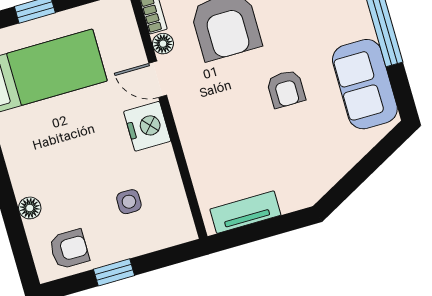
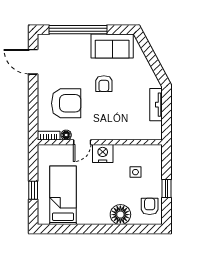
armchair: (286, 89) -> (104, 84), turned 90
floor lamp: (30, 208) -> (120, 215), width x1.89, depth x1.89
tv unit: (245, 212) -> (156, 105), moved

